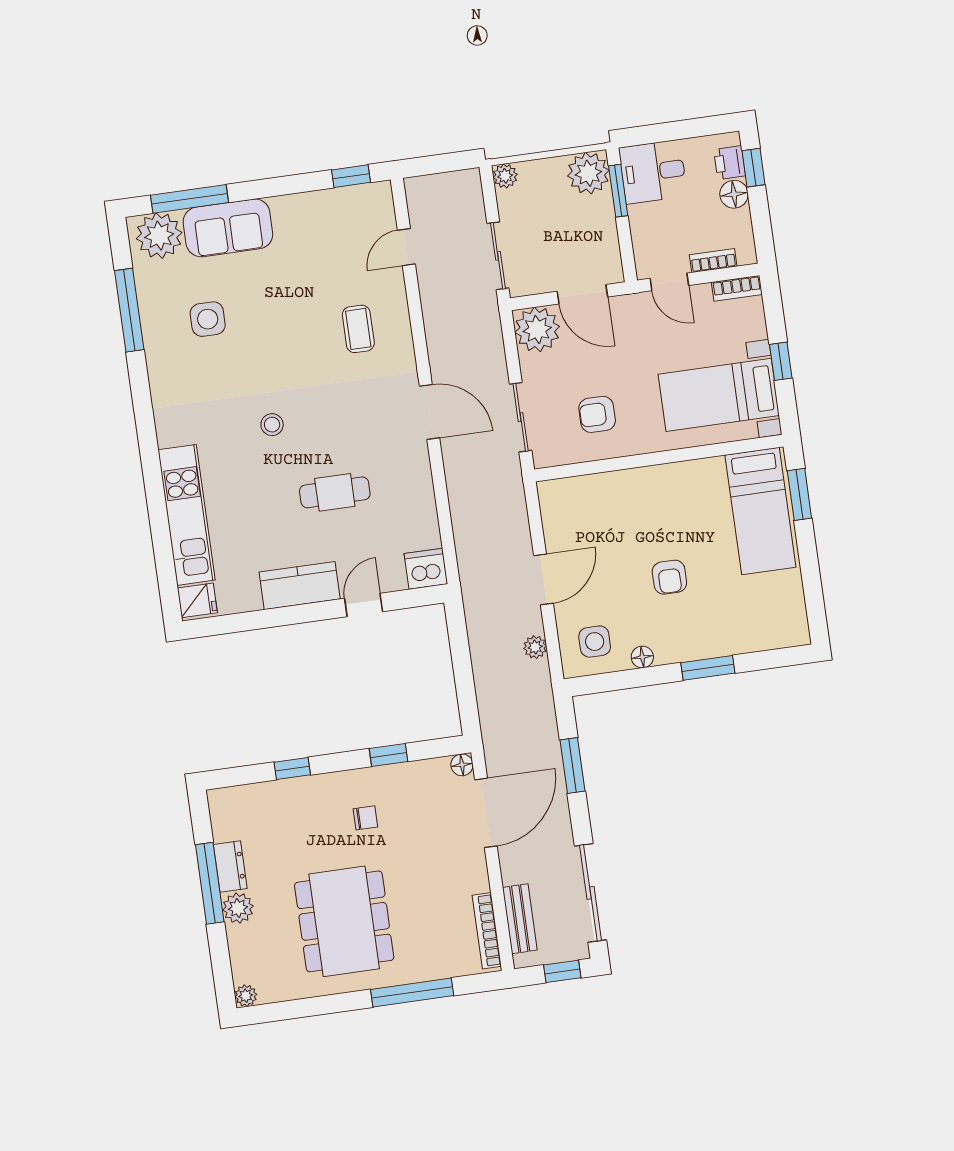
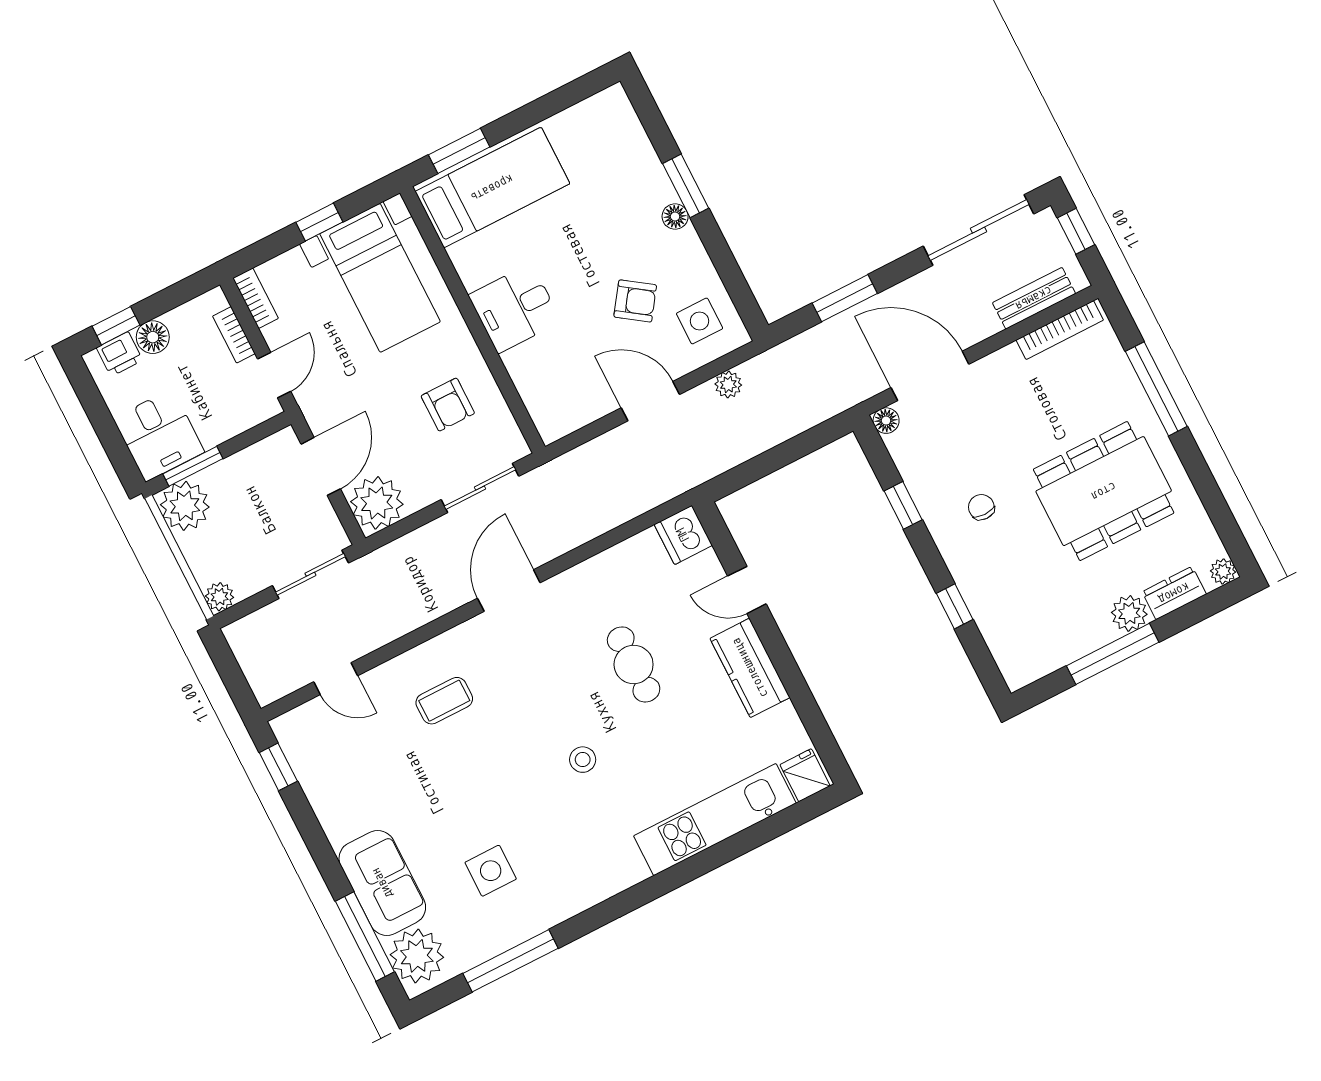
desk: (656, 496) -> (515, 308), added
armchair: (669, 577) -> (635, 301), moved, turned 35
floor lamp: (642, 657) -> (675, 216), moved
dresser: (230, 867) -> (1174, 593), moved

